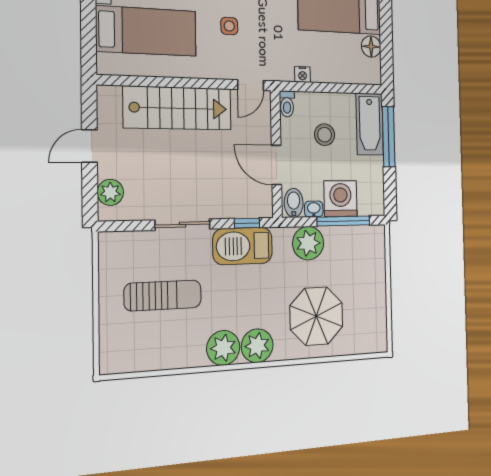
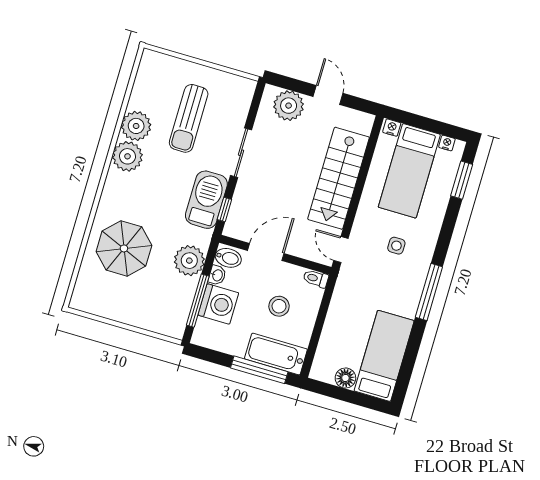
nightstand: (303, 74) -> (392, 128), moved, turned 90
plant: (110, 192) -> (289, 106), width x1.36, depth x1.36
plant: (257, 346) -> (136, 126), moved

